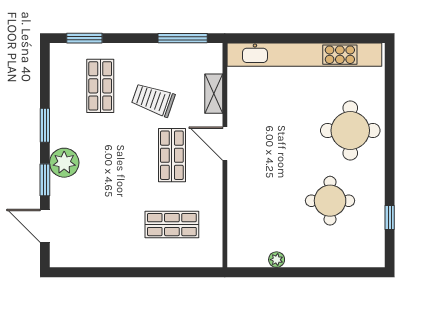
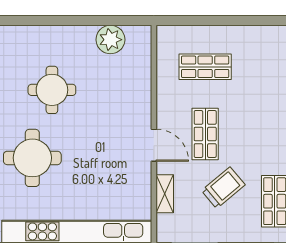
trolley: (153, 100) -> (223, 188), turned -59
plant: (277, 260) -> (110, 40), width x1.87, depth x1.87

